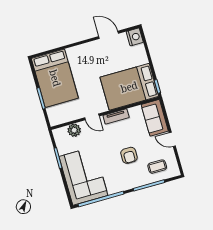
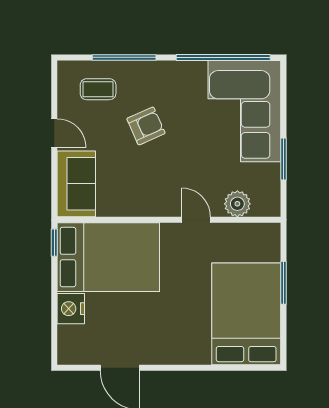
nightstand: (135, 37) -> (71, 309), moved
tv unit: (116, 116) -> (150, 207), removed
armchair: (129, 155) -> (146, 126), turned 66

